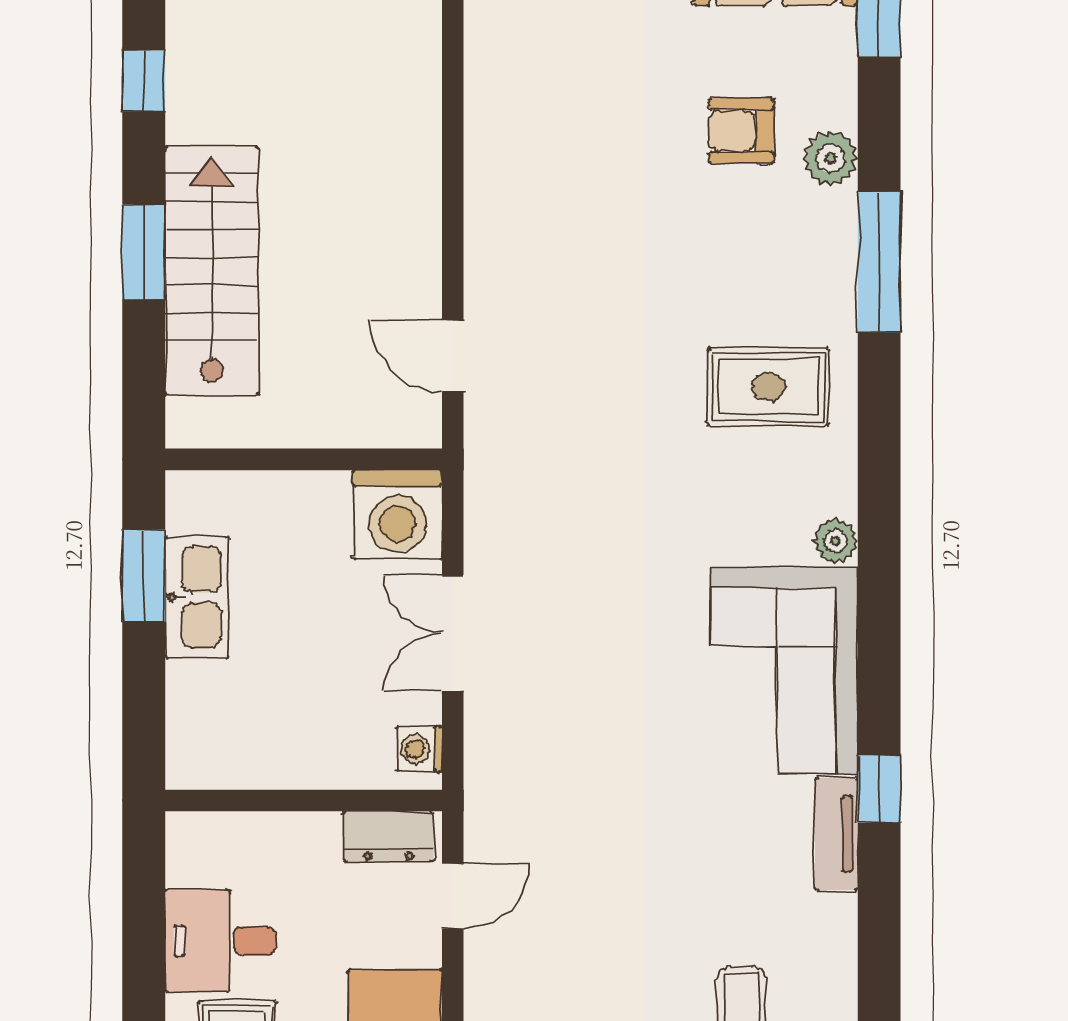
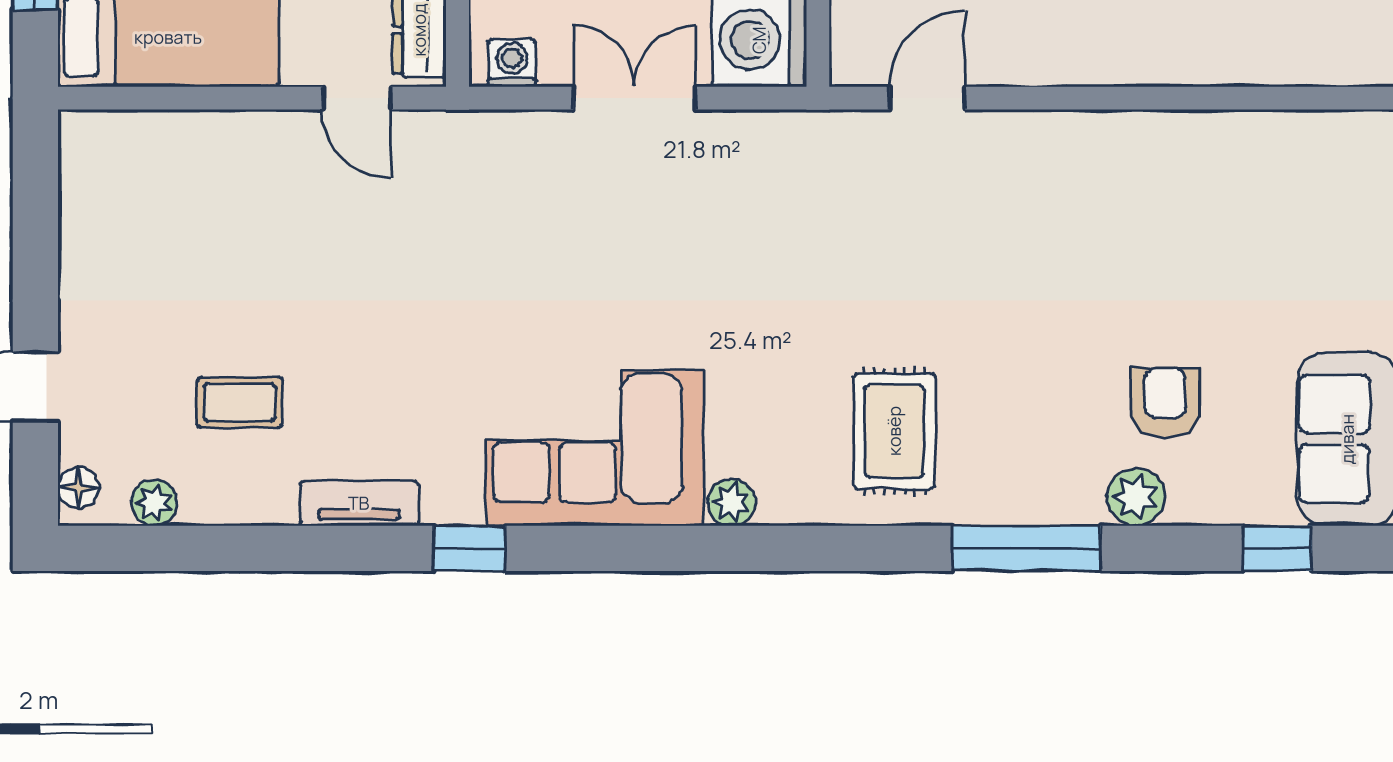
tv unit: (836, 834) -> (359, 503), moved

